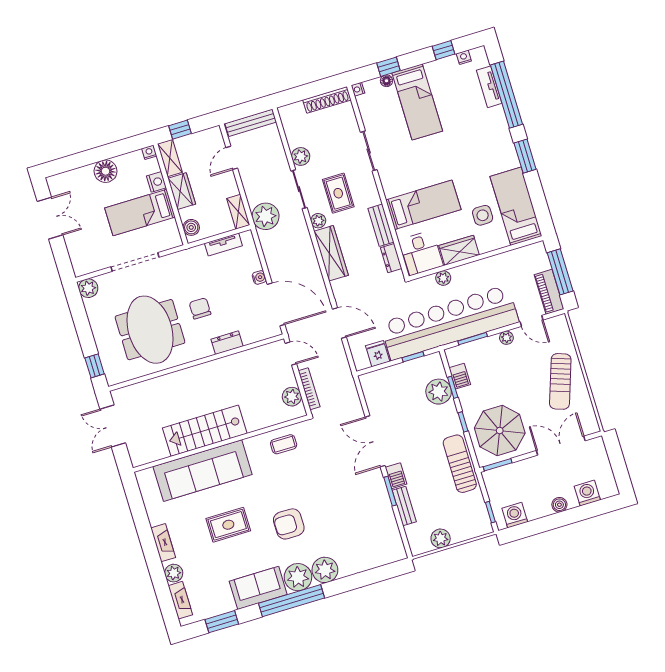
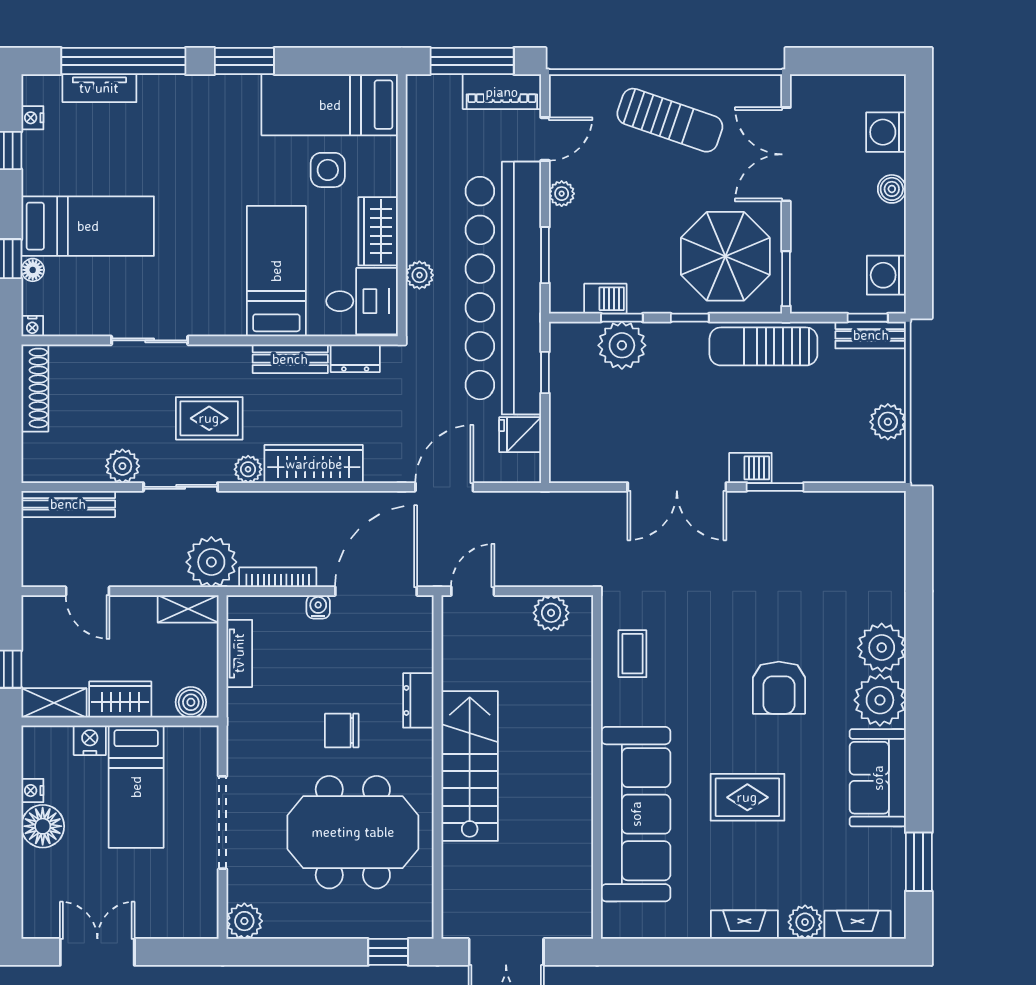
bench: (251, 123) -> (68, 504), moved, turned 90
nightstand: (149, 152) -> (32, 791), moved
bookcase: (309, 389) -> (278, 577), moved
stairs: (205, 431) -> (470, 766), moved, turned 180
bench: (404, 506) -> (871, 335), moved
rug: (228, 525) -> (747, 797), turned 90
window: (292, 601) -> (919, 724), removed

